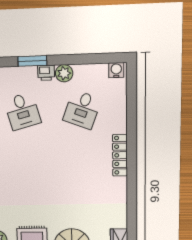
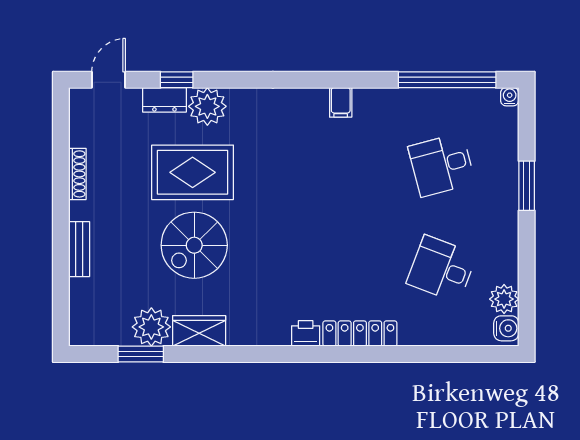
printer: (46, 73) -> (306, 333), moved, turned 90
plant: (64, 73) -> (504, 299), moved

